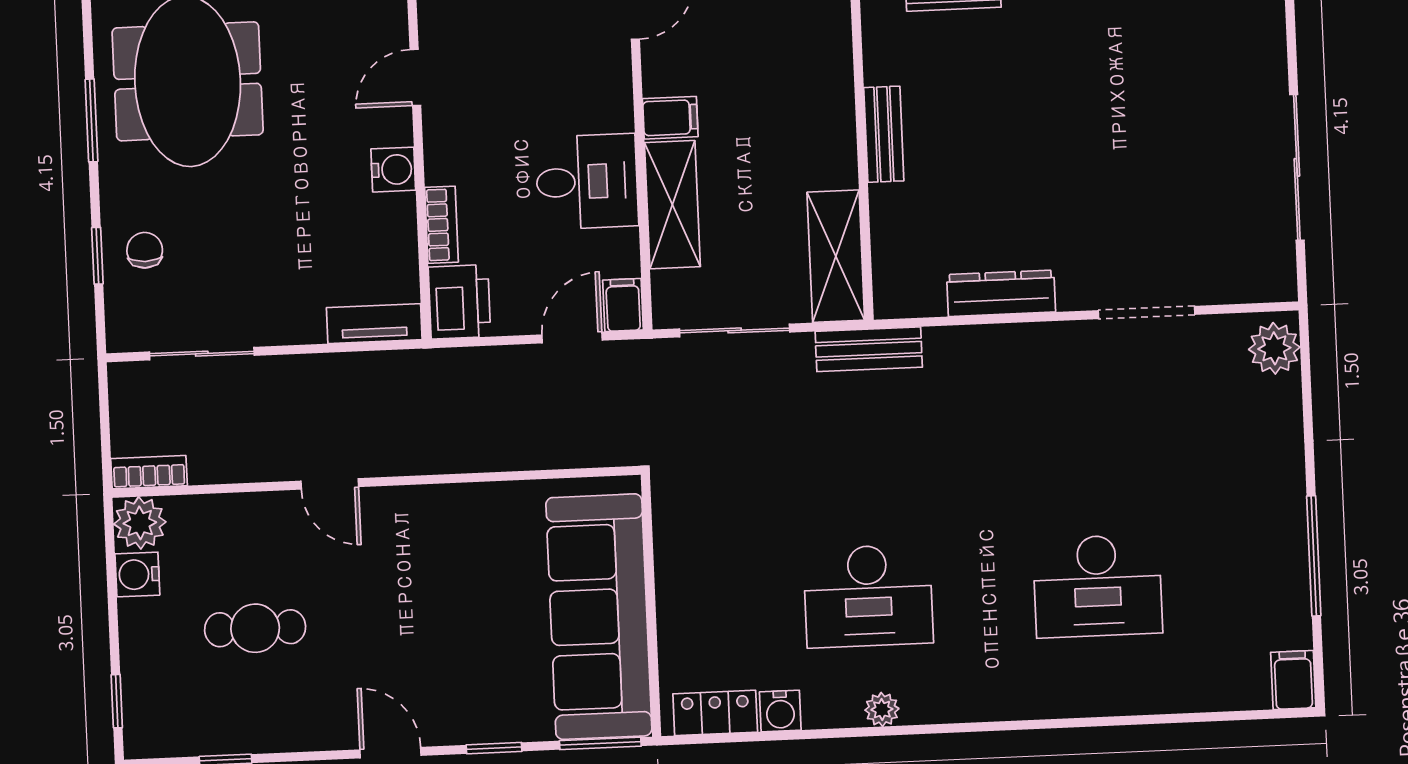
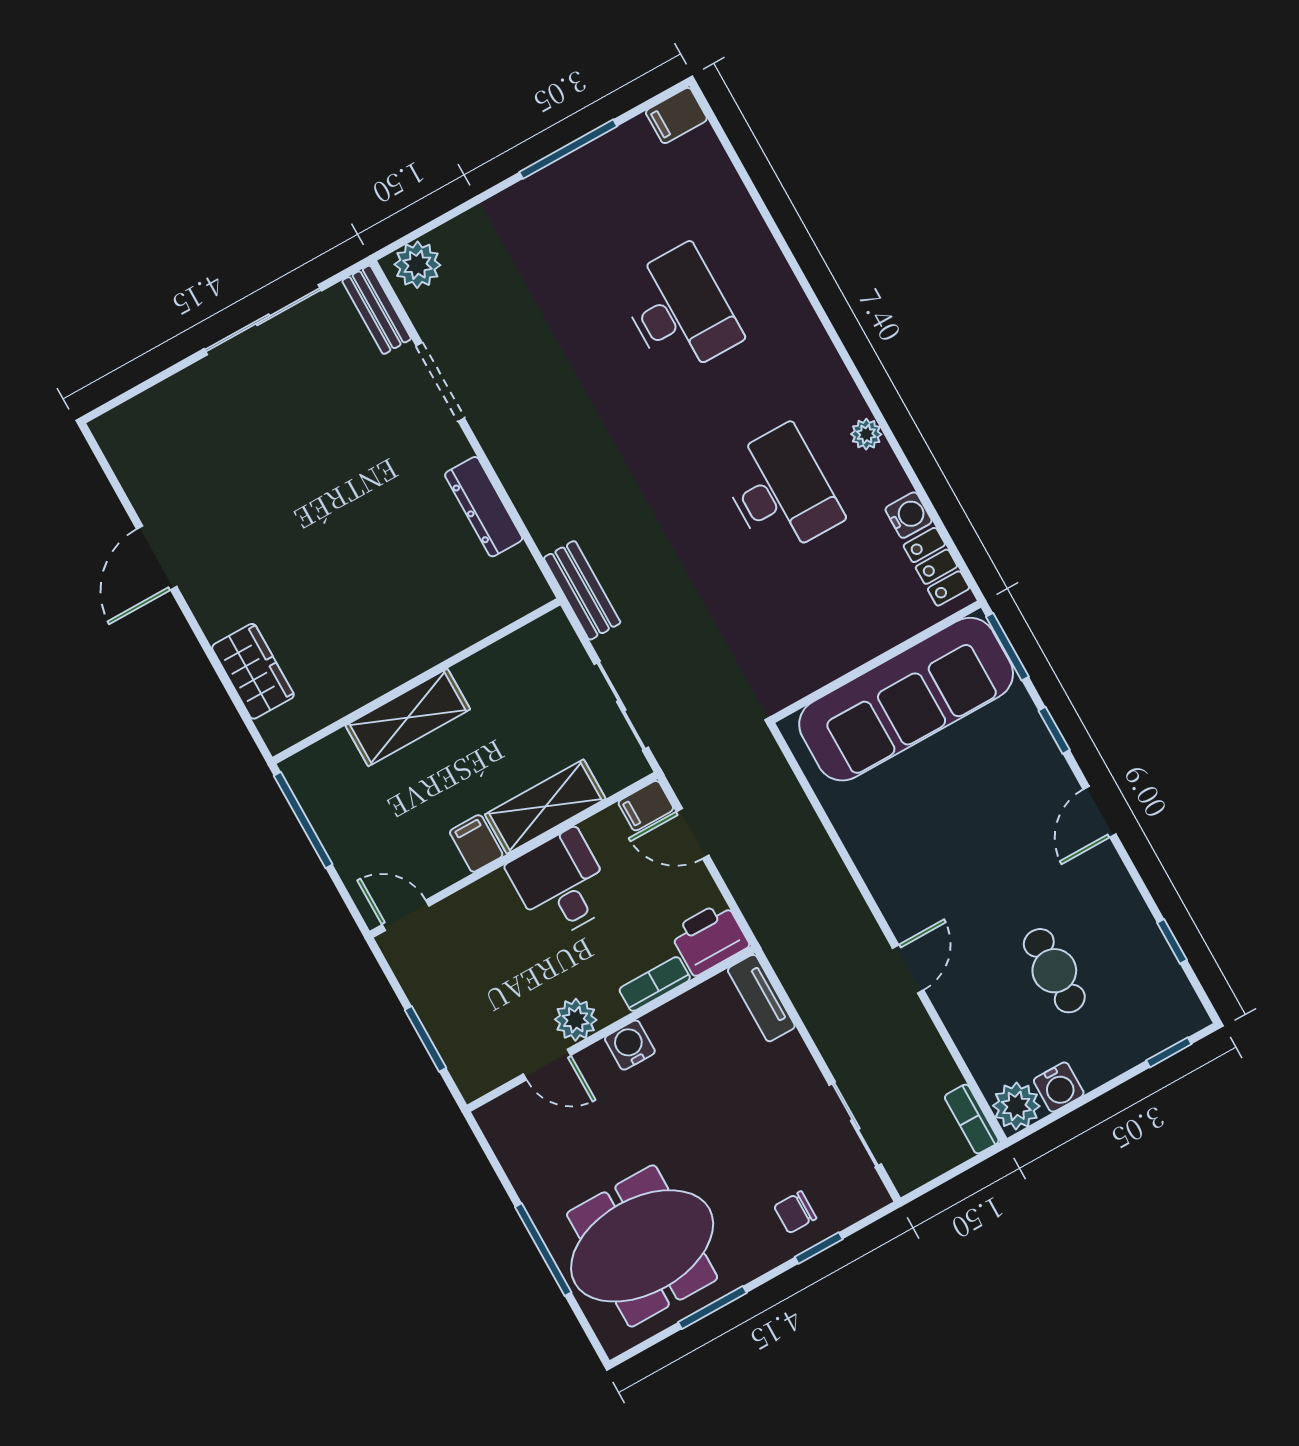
plant: (446, 128) -> (576, 1020), added
bench: (884, 134) -> (377, 310), moved, turned 90
shelving: (836, 256) -> (408, 717), moved

